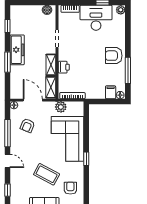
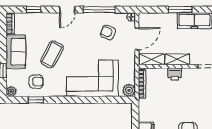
plant: (61, 107) -> (129, 90), moved
window: (86, 159) -> (36, 100), moved

